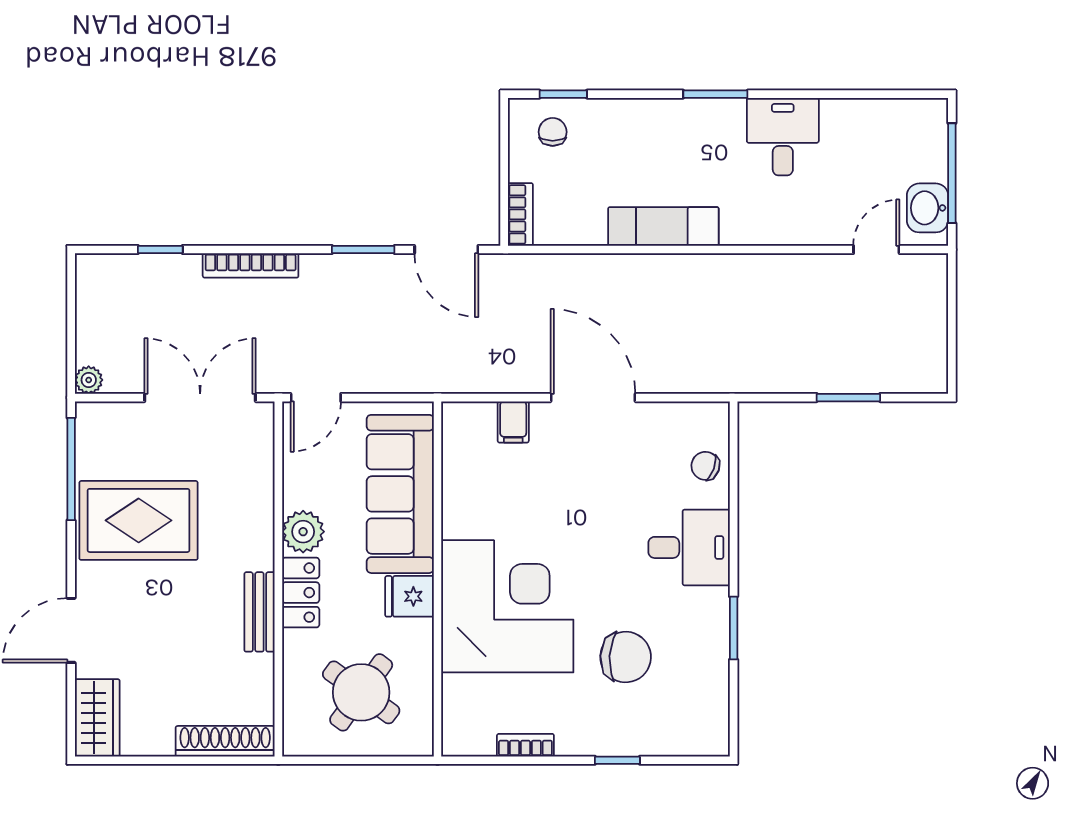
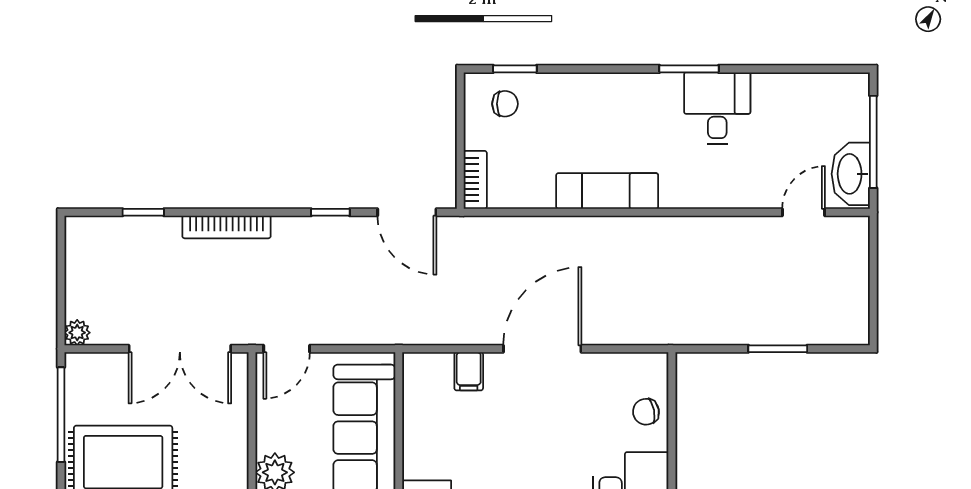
window: (715, 94) -> (689, 69), moved
chair: (553, 132) -> (505, 104), turned 90
washbasin: (927, 208) -> (851, 174), width x1.38
window: (363, 250) -> (330, 212), width x0.67
double door: (200, 398) -> (180, 349), swing flipped
door: (593, 398) -> (542, 349), hinge flipped
chair: (705, 466) -> (646, 412), turned -31

